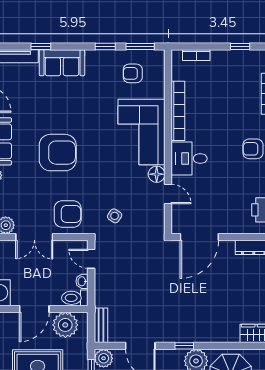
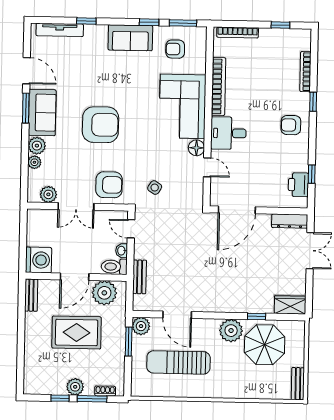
bookcase: (196, 55) -> (238, 33), width x1.56
sofa: (62, 63) -> (130, 38), moved
bench: (101, 325) -> (140, 277), moved
window: (184, 346) -> (257, 316), moved

